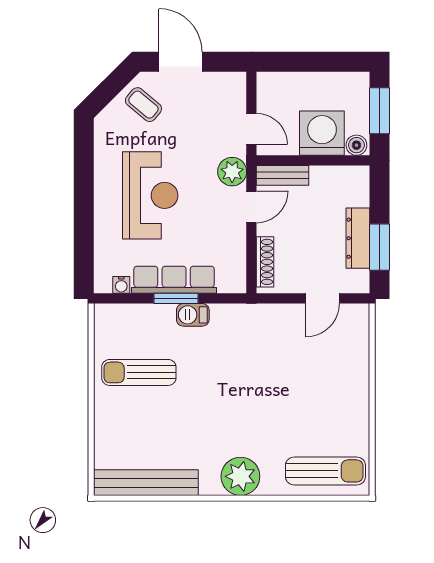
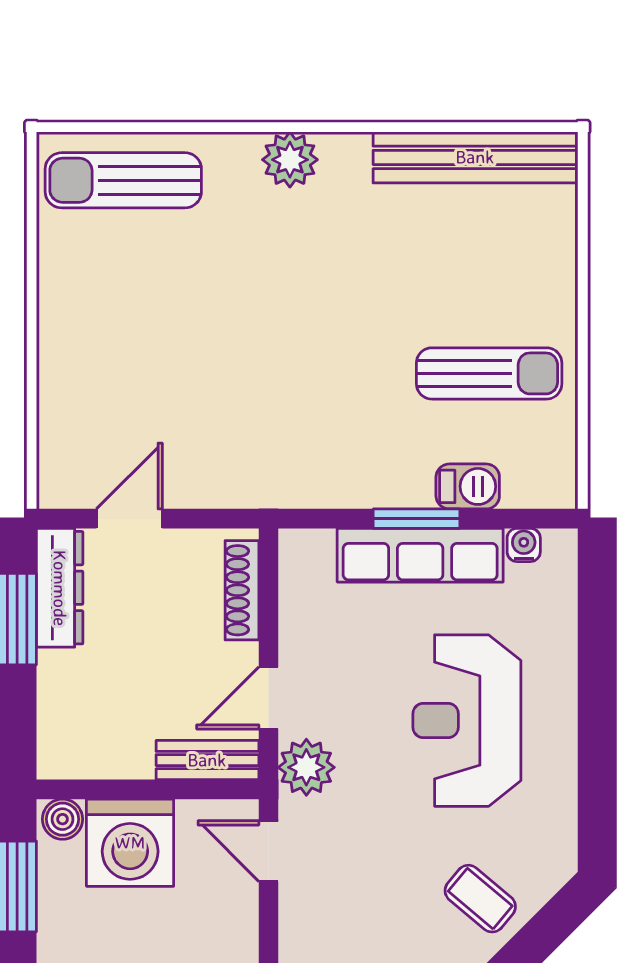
dresser: (358, 238) -> (60, 588), moved
barbecue: (193, 315) -> (468, 486), moved
plant: (240, 476) -> (290, 160), width x0.73, depth x0.73

